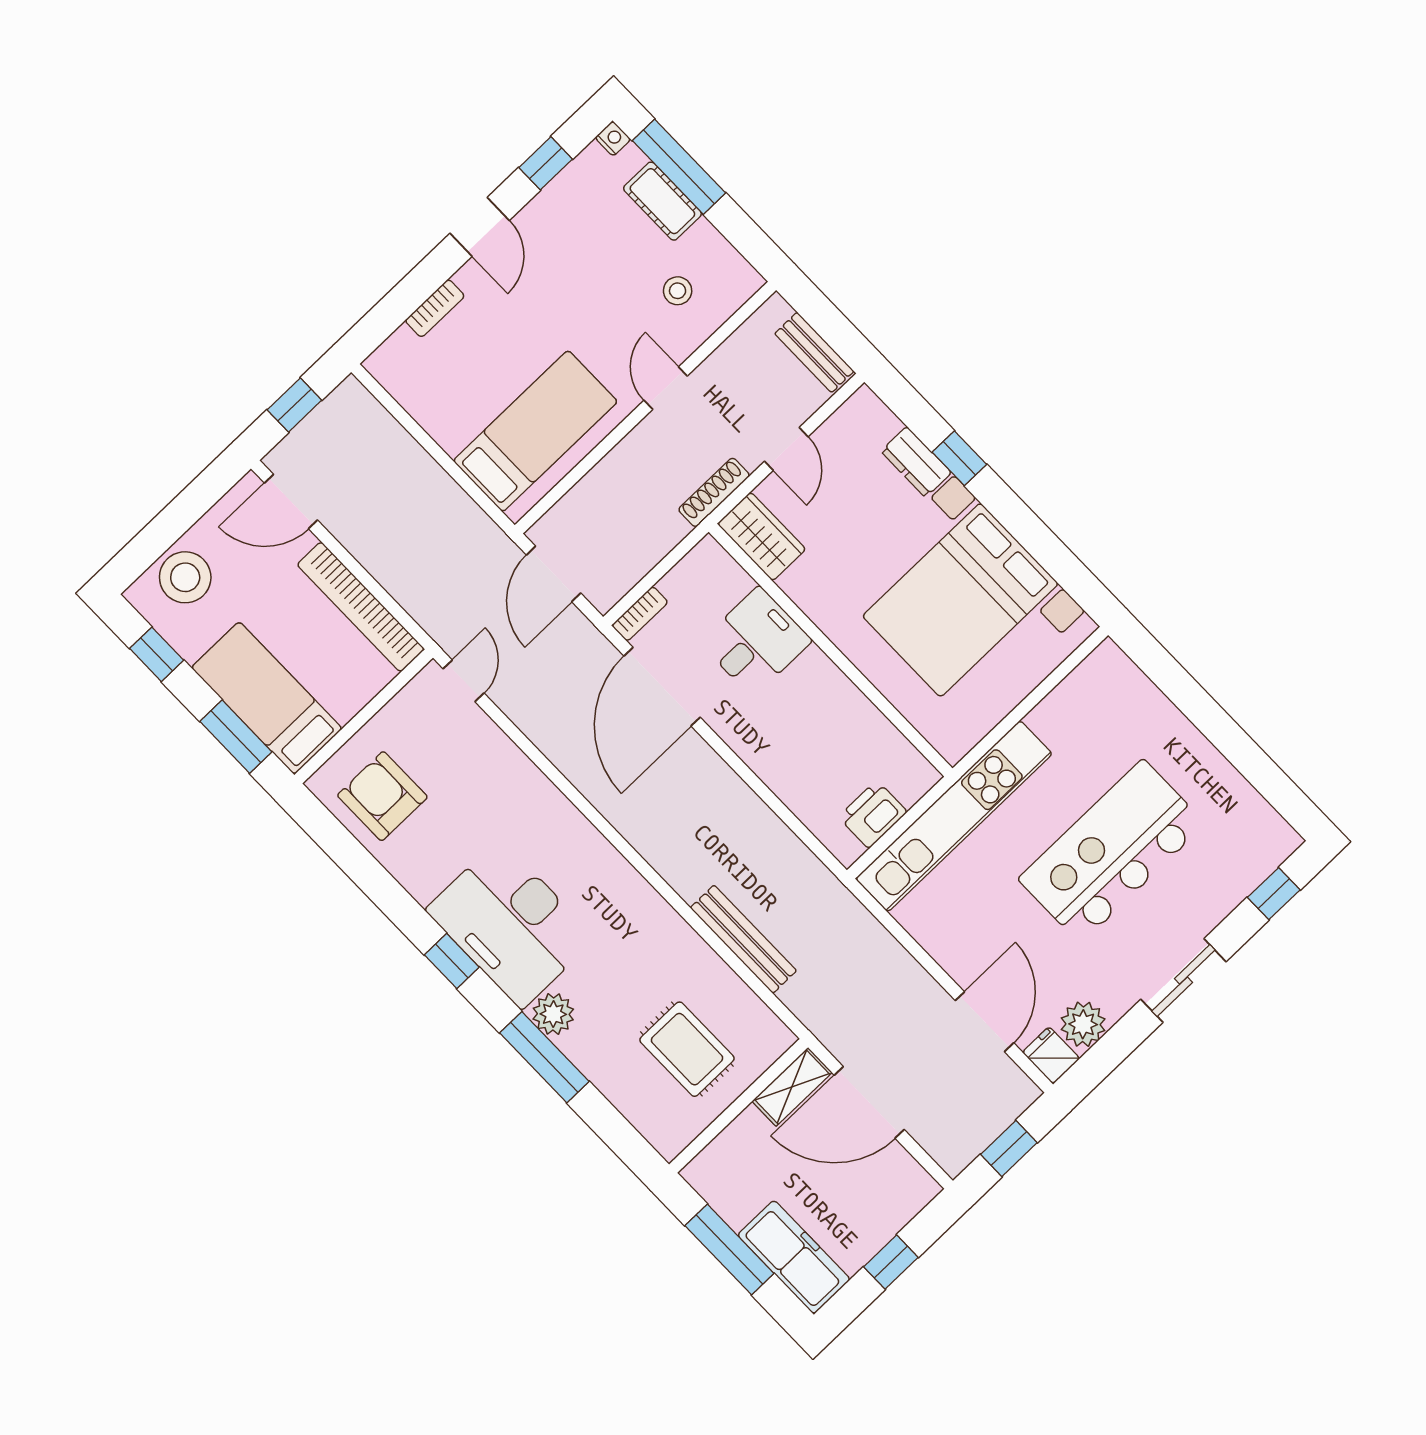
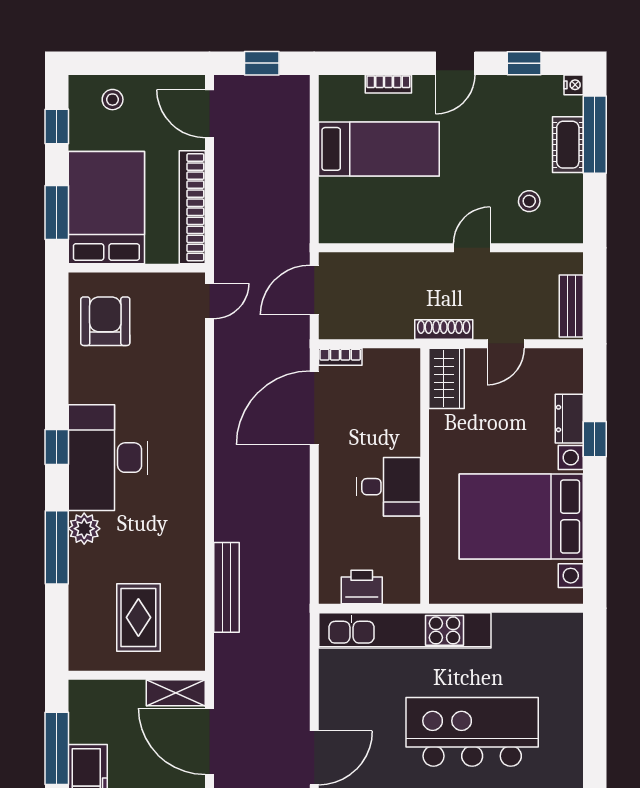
bed: (535, 431) -> (379, 149), moved
stool: (185, 577) -> (113, 100), width x0.53, depth x0.53
desk: (756, 642) -> (389, 487), moved
bed: (267, 698) -> (106, 208), width x1.50

